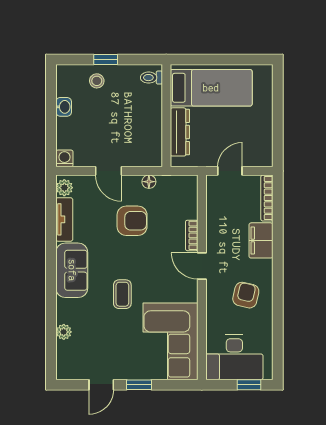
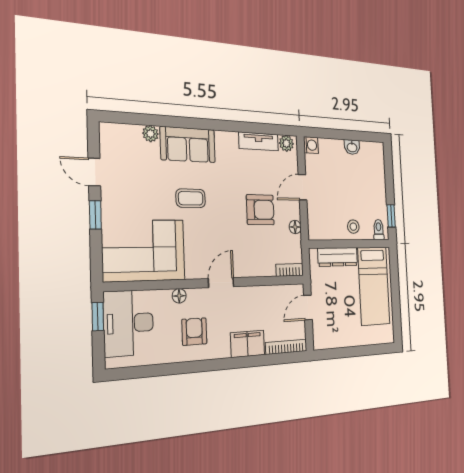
window: (106, 60) -> (391, 216), moved
stool: (97, 81) -> (353, 227), moved
door: (230, 171) -> (308, 308), swing flipped
armchair: (132, 221) -> (260, 210), turned -90
bookcase: (192, 235) -> (290, 270), moved
sofa: (72, 270) -> (188, 145), moved
armchair: (246, 295) -> (194, 332), turned -103
floor lamp: (212, 309) -> (179, 296), added
window: (249, 385) -> (98, 317), moved

